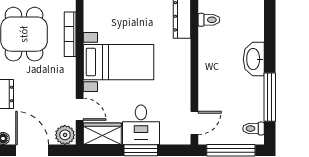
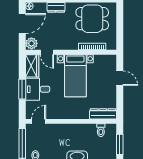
door: (80, 109) -> (47, 52), hinge flipped
door: (194, 123) -> (39, 121), swing flipped

